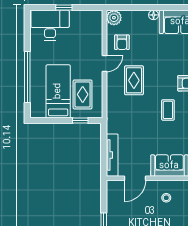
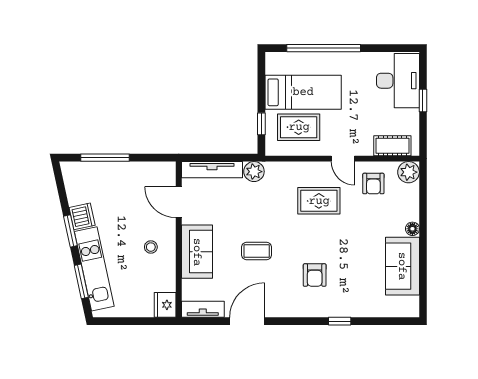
cot: (95, 29) -> (392, 146), added
armchair: (122, 42) -> (373, 184), turned -90
coffee table: (168, 110) -> (257, 251), moved
plant: (113, 126) -> (254, 172), added

